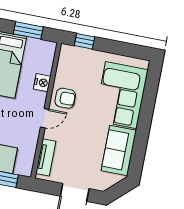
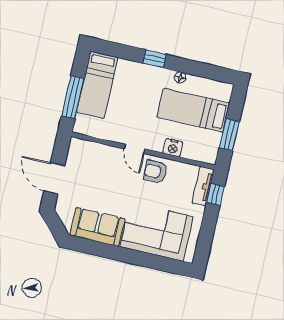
armchair: (65, 98) -> (155, 172), turned 90
tv unit: (46, 157) -> (203, 186), moved, turned 90

